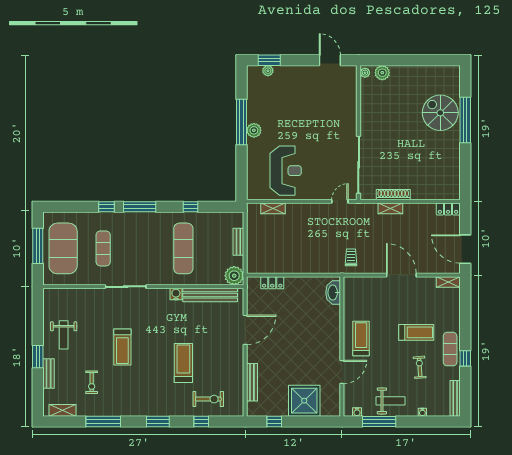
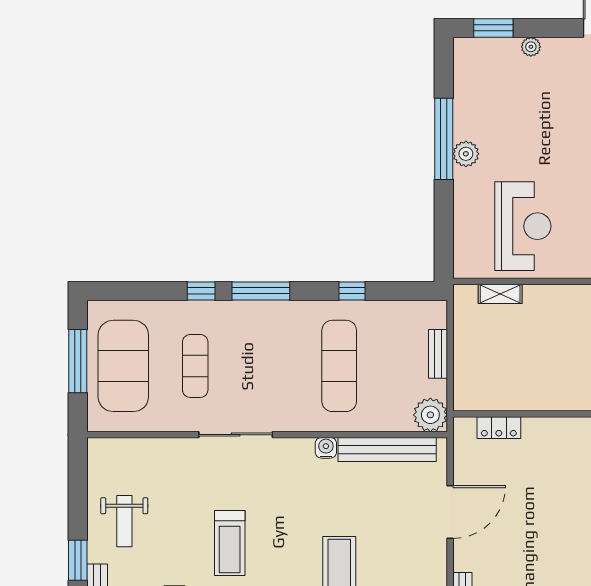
plant: (268, 71) -> (531, 47), moved

